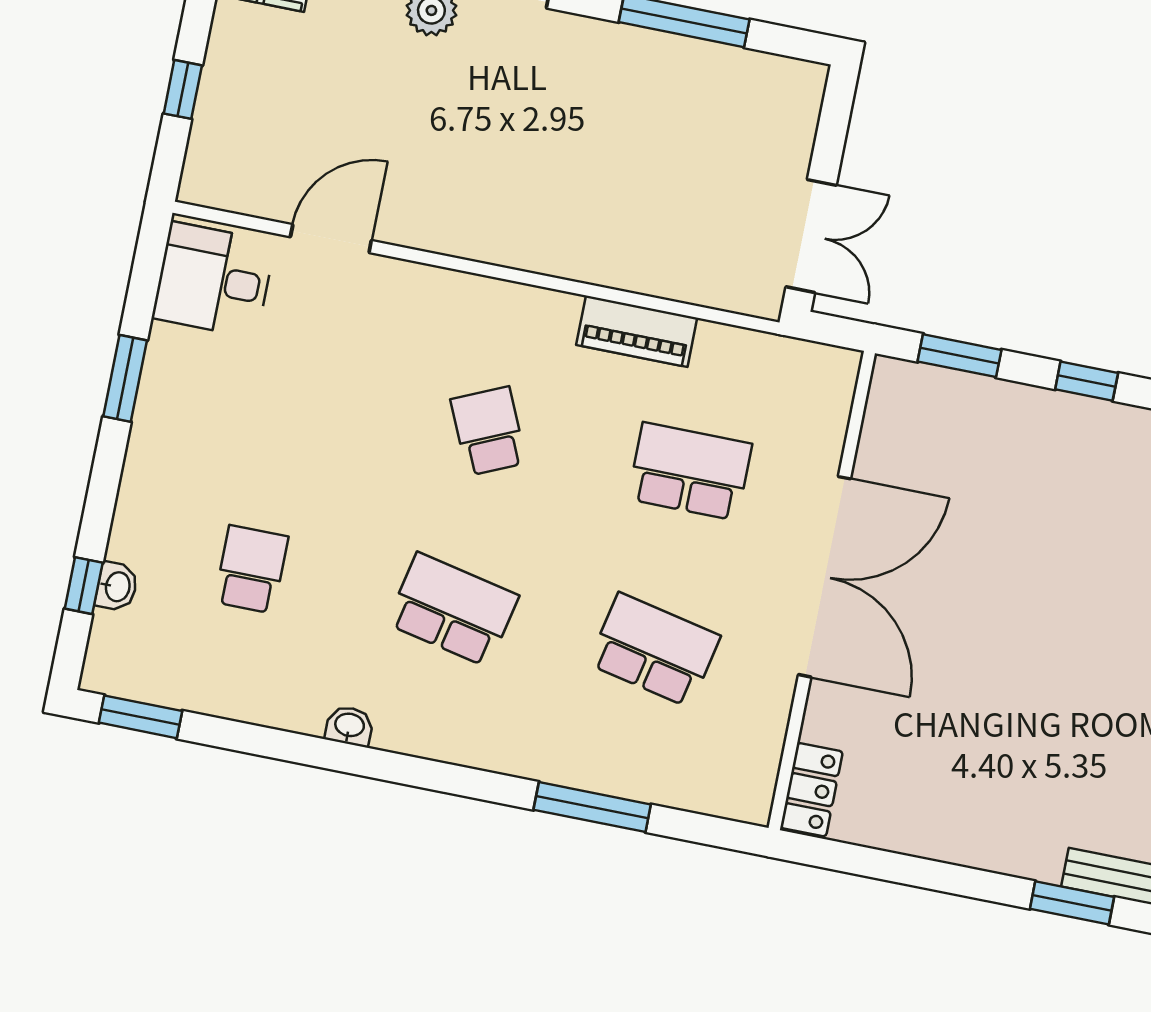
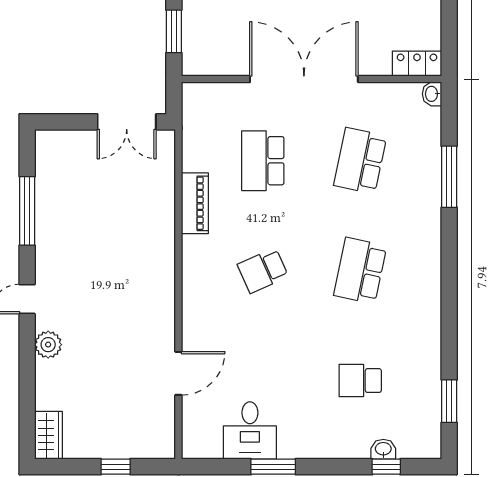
double door: (811, 236) -> (127, 122), swing flipped
door: (331, 239) -> (178, 373), swing flipped
desk: (214, 280) -> (250, 431), moved
window: (141, 717) -> (449, 401), moved
washbasin: (349, 726) -> (432, 94), moved

